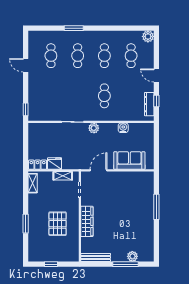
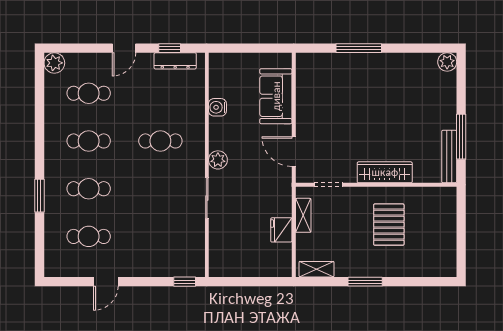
locker: (38, 165) -> (283, 260), removed
window: (26, 224) -> (365, 282), moved
pallet: (58, 224) -> (389, 225), turned 90
plant: (132, 256) -> (447, 62), moved
window: (51, 264) -> (461, 236), removed
window: (126, 264) -> (461, 137), moved

